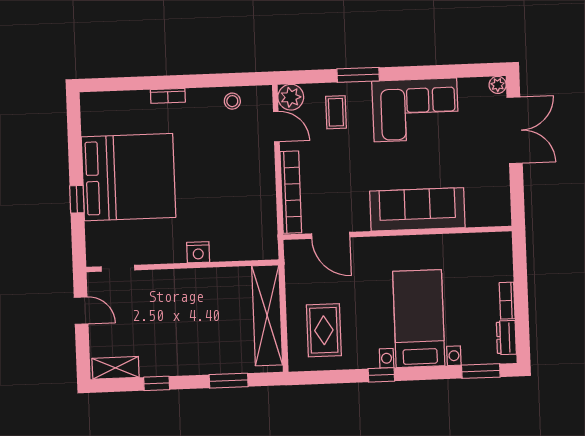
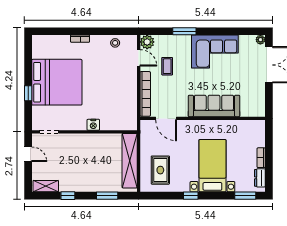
coffee table: (336, 112) -> (167, 66), moved

